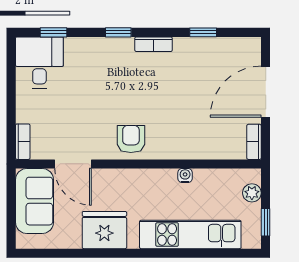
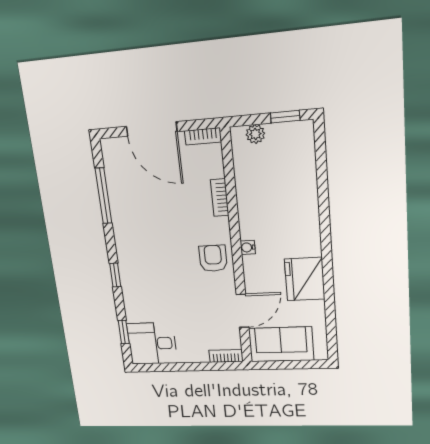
window: (203, 32) -> (104, 196), width x2.17
bookcase: (154, 44) -> (220, 198), moved, turned 180
armchair: (131, 139) -> (213, 258), turned 90
water cooler: (185, 176) -> (248, 247), moved
kitchen unit: (190, 234) -> (303, 194), removed

